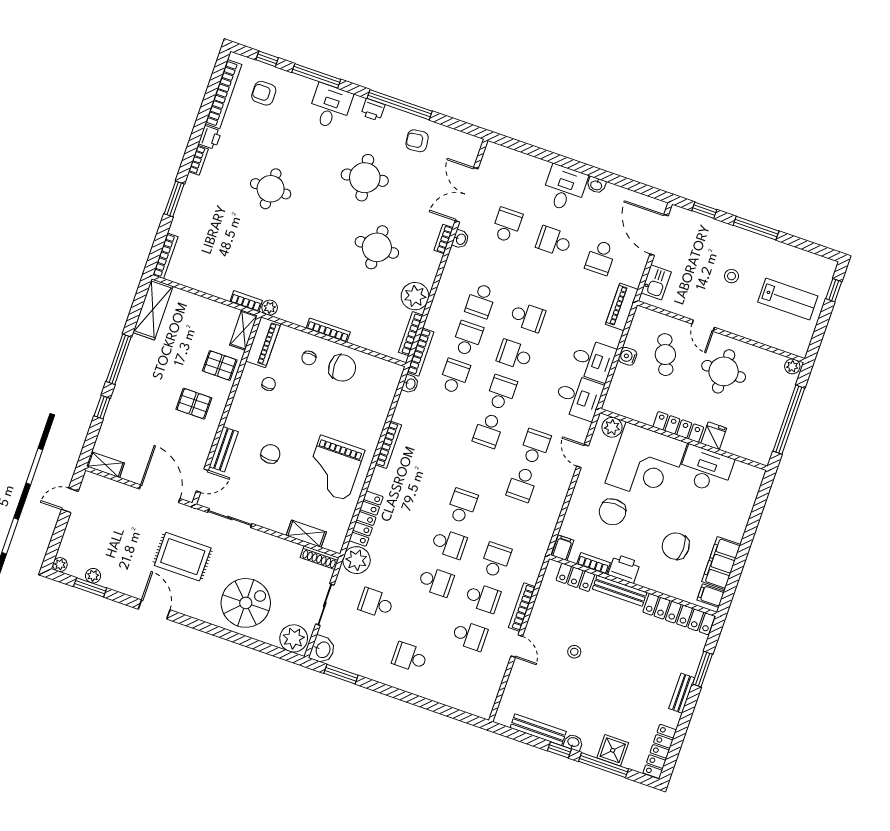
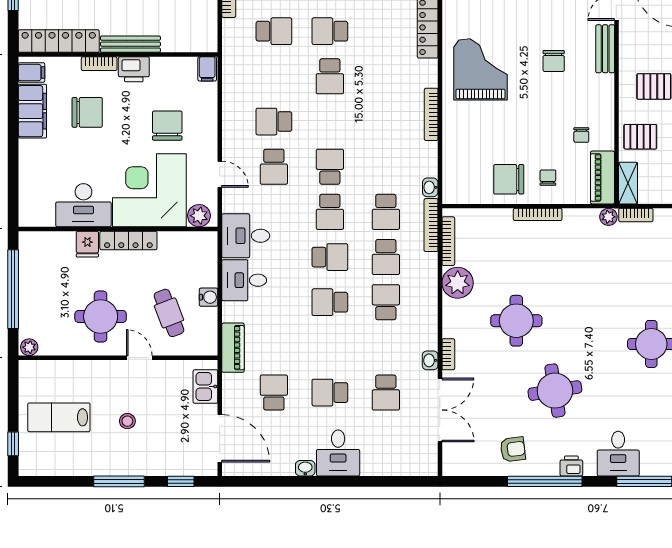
school desk: (554, 241) -> (330, 393), turned 180
school desk: (522, 484) -> (274, 122), turned -90
school desk: (496, 560) -> (274, 31), turned -90
bookcase: (594, 563) -> (99, 64), moved
locker: (575, 577) -> (183, 42), removed

